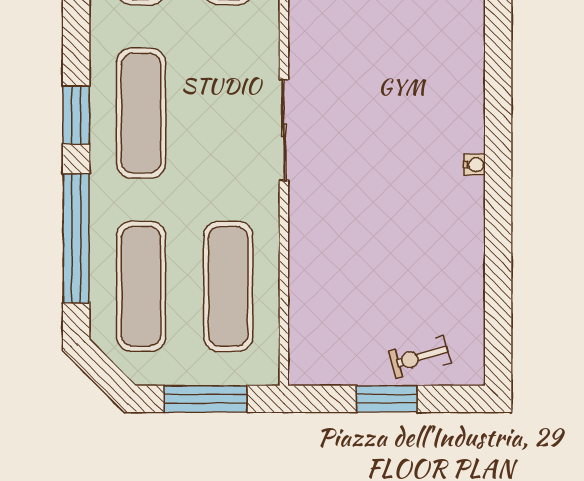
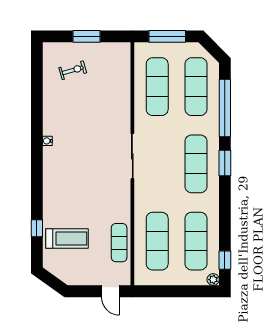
exercise bike: (420, 357) -> (73, 70), moved

